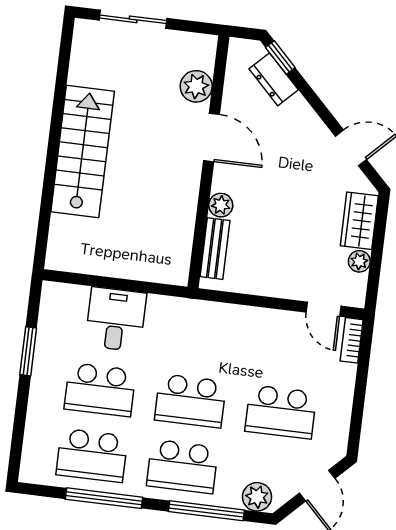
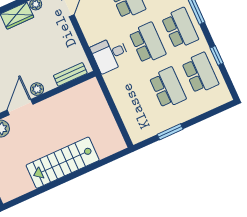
plant: (221, 205) -> (37, 89), moved
desk: (116, 319) -> (110, 54), moved
window: (104, 498) -> (217, 56), width x0.46

